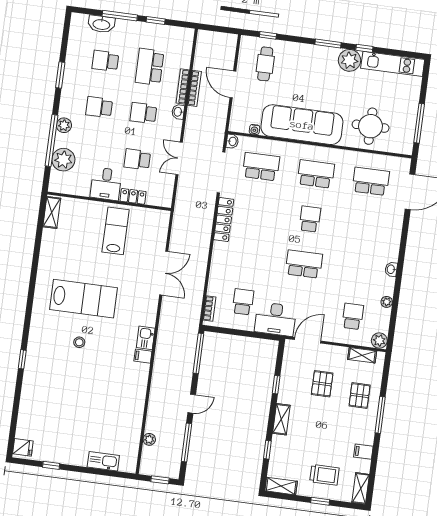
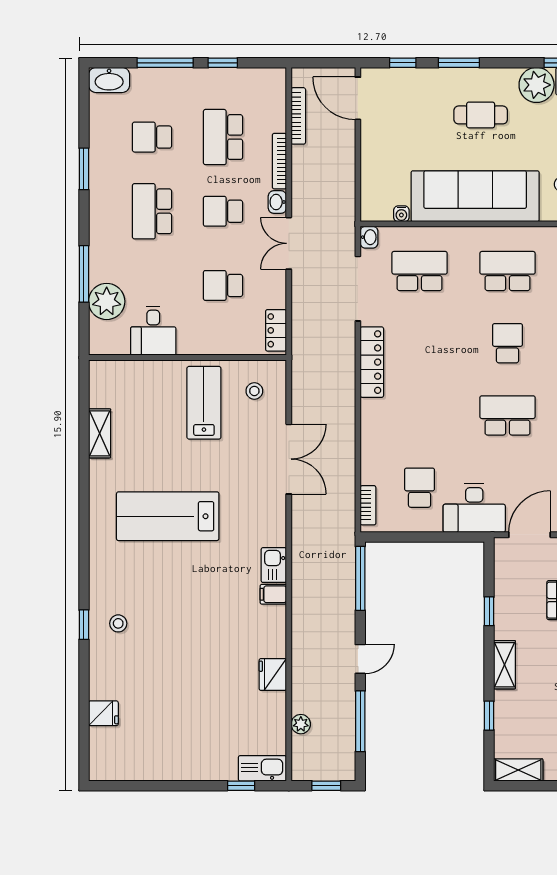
washbasin: (101, 24) -> (109, 80), moved
window: (328, 43) -> (459, 63), moved
cafe table: (265, 64) -> (481, 115), moved, turned 90
door: (233, 84) -> (358, 98), moved
bookcase: (195, 88) -> (298, 116), moved
school desk: (99, 107) -> (152, 211), width x1.85
plant: (64, 125) -> (100, 247), removed
window: (51, 141) -> (84, 274), width x0.68
double door: (179, 158) -> (289, 243), moved
desk: (106, 184) -> (153, 331), moved
locker: (133, 196) -> (276, 330), moved, turned -90
shelving: (52, 212) -> (100, 433), moved
stool: (148, 228) -> (254, 391), added
lab bench: (84, 299) -> (168, 516), turned 180
stool: (79, 342) -> (118, 623), moved
fridge: (136, 406) -> (273, 674), added
fridge: (23, 447) -> (103, 713), moved
kitchen sink: (103, 461) -> (262, 768), moved
window: (51, 465) -> (241, 786), moved

